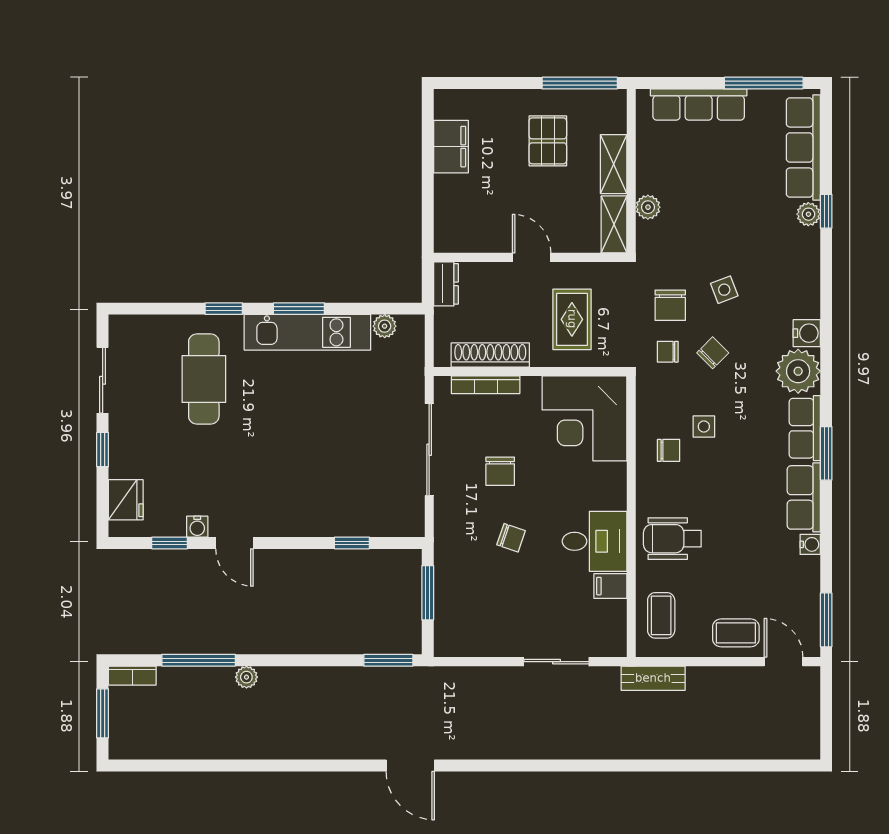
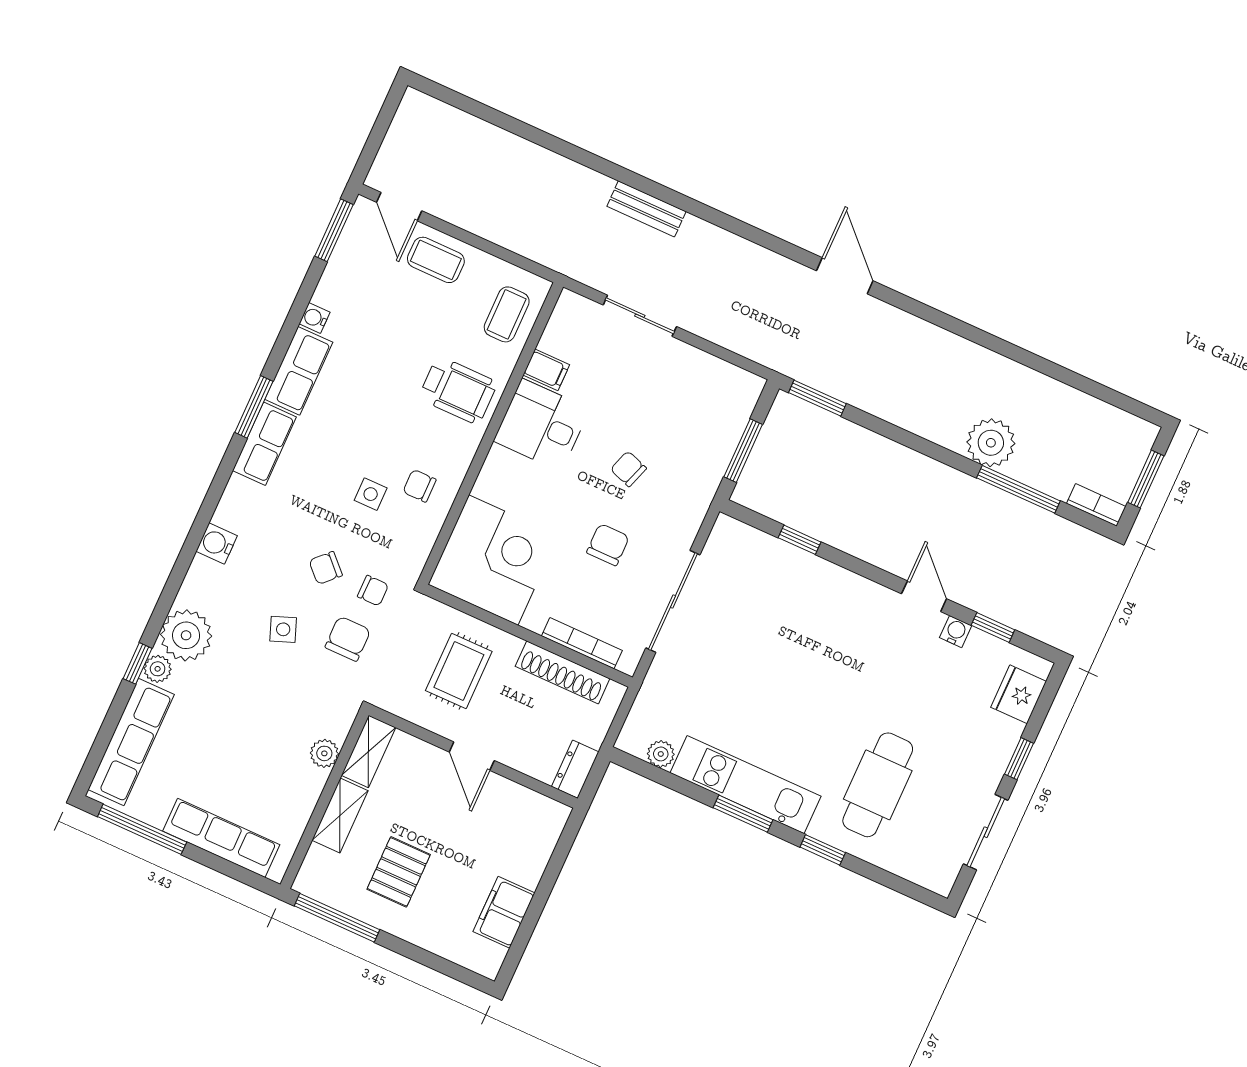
plant: (798, 371) -> (186, 635), moved
plant: (246, 677) -> (991, 443), width x1.88, depth x1.88
bench: (653, 678) -> (646, 209), moved

